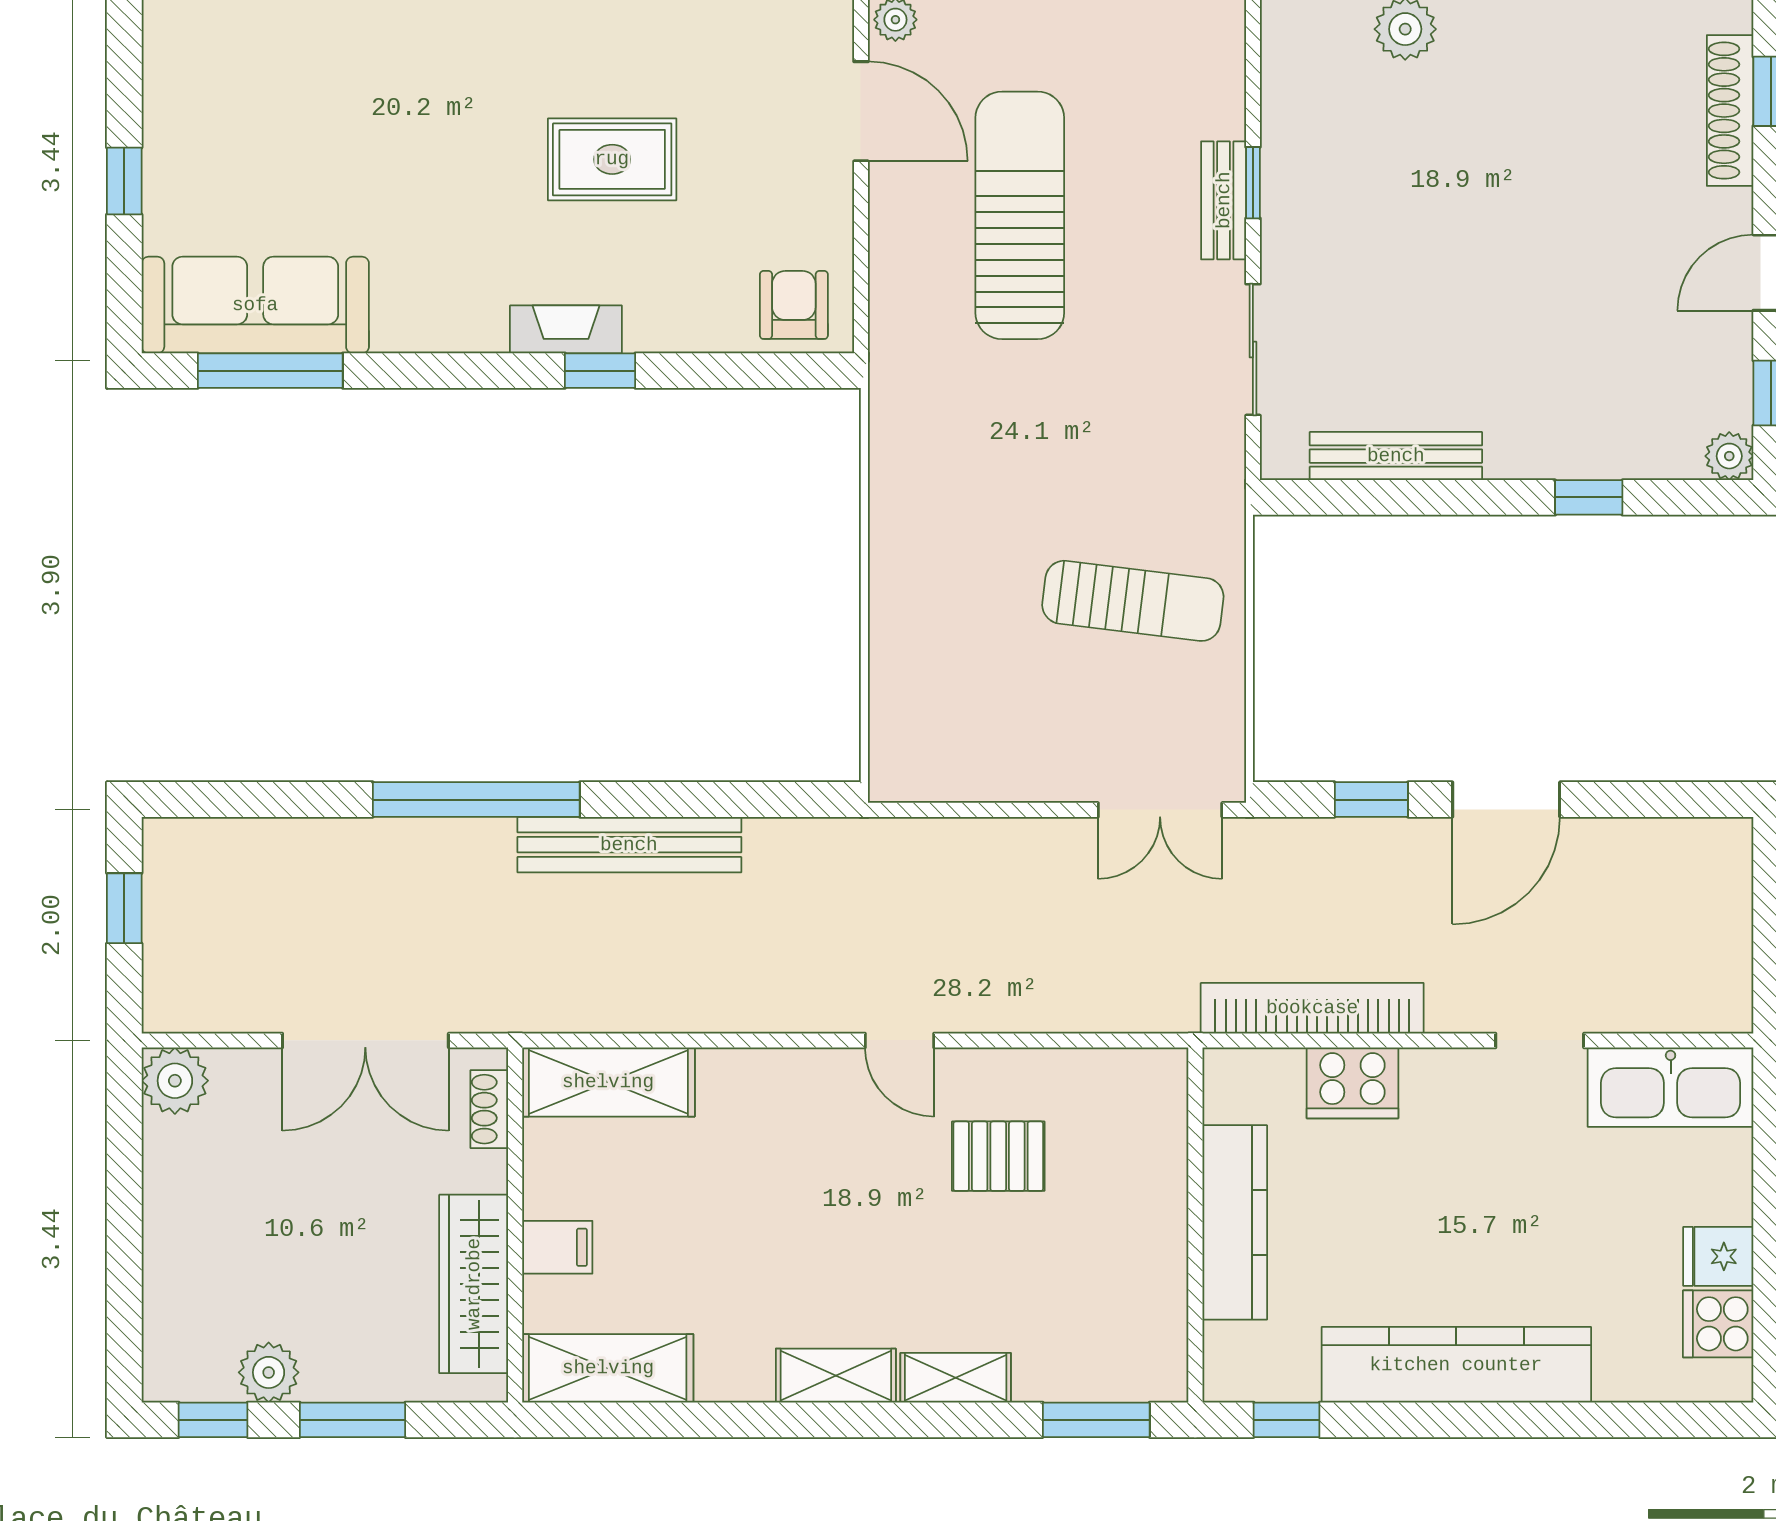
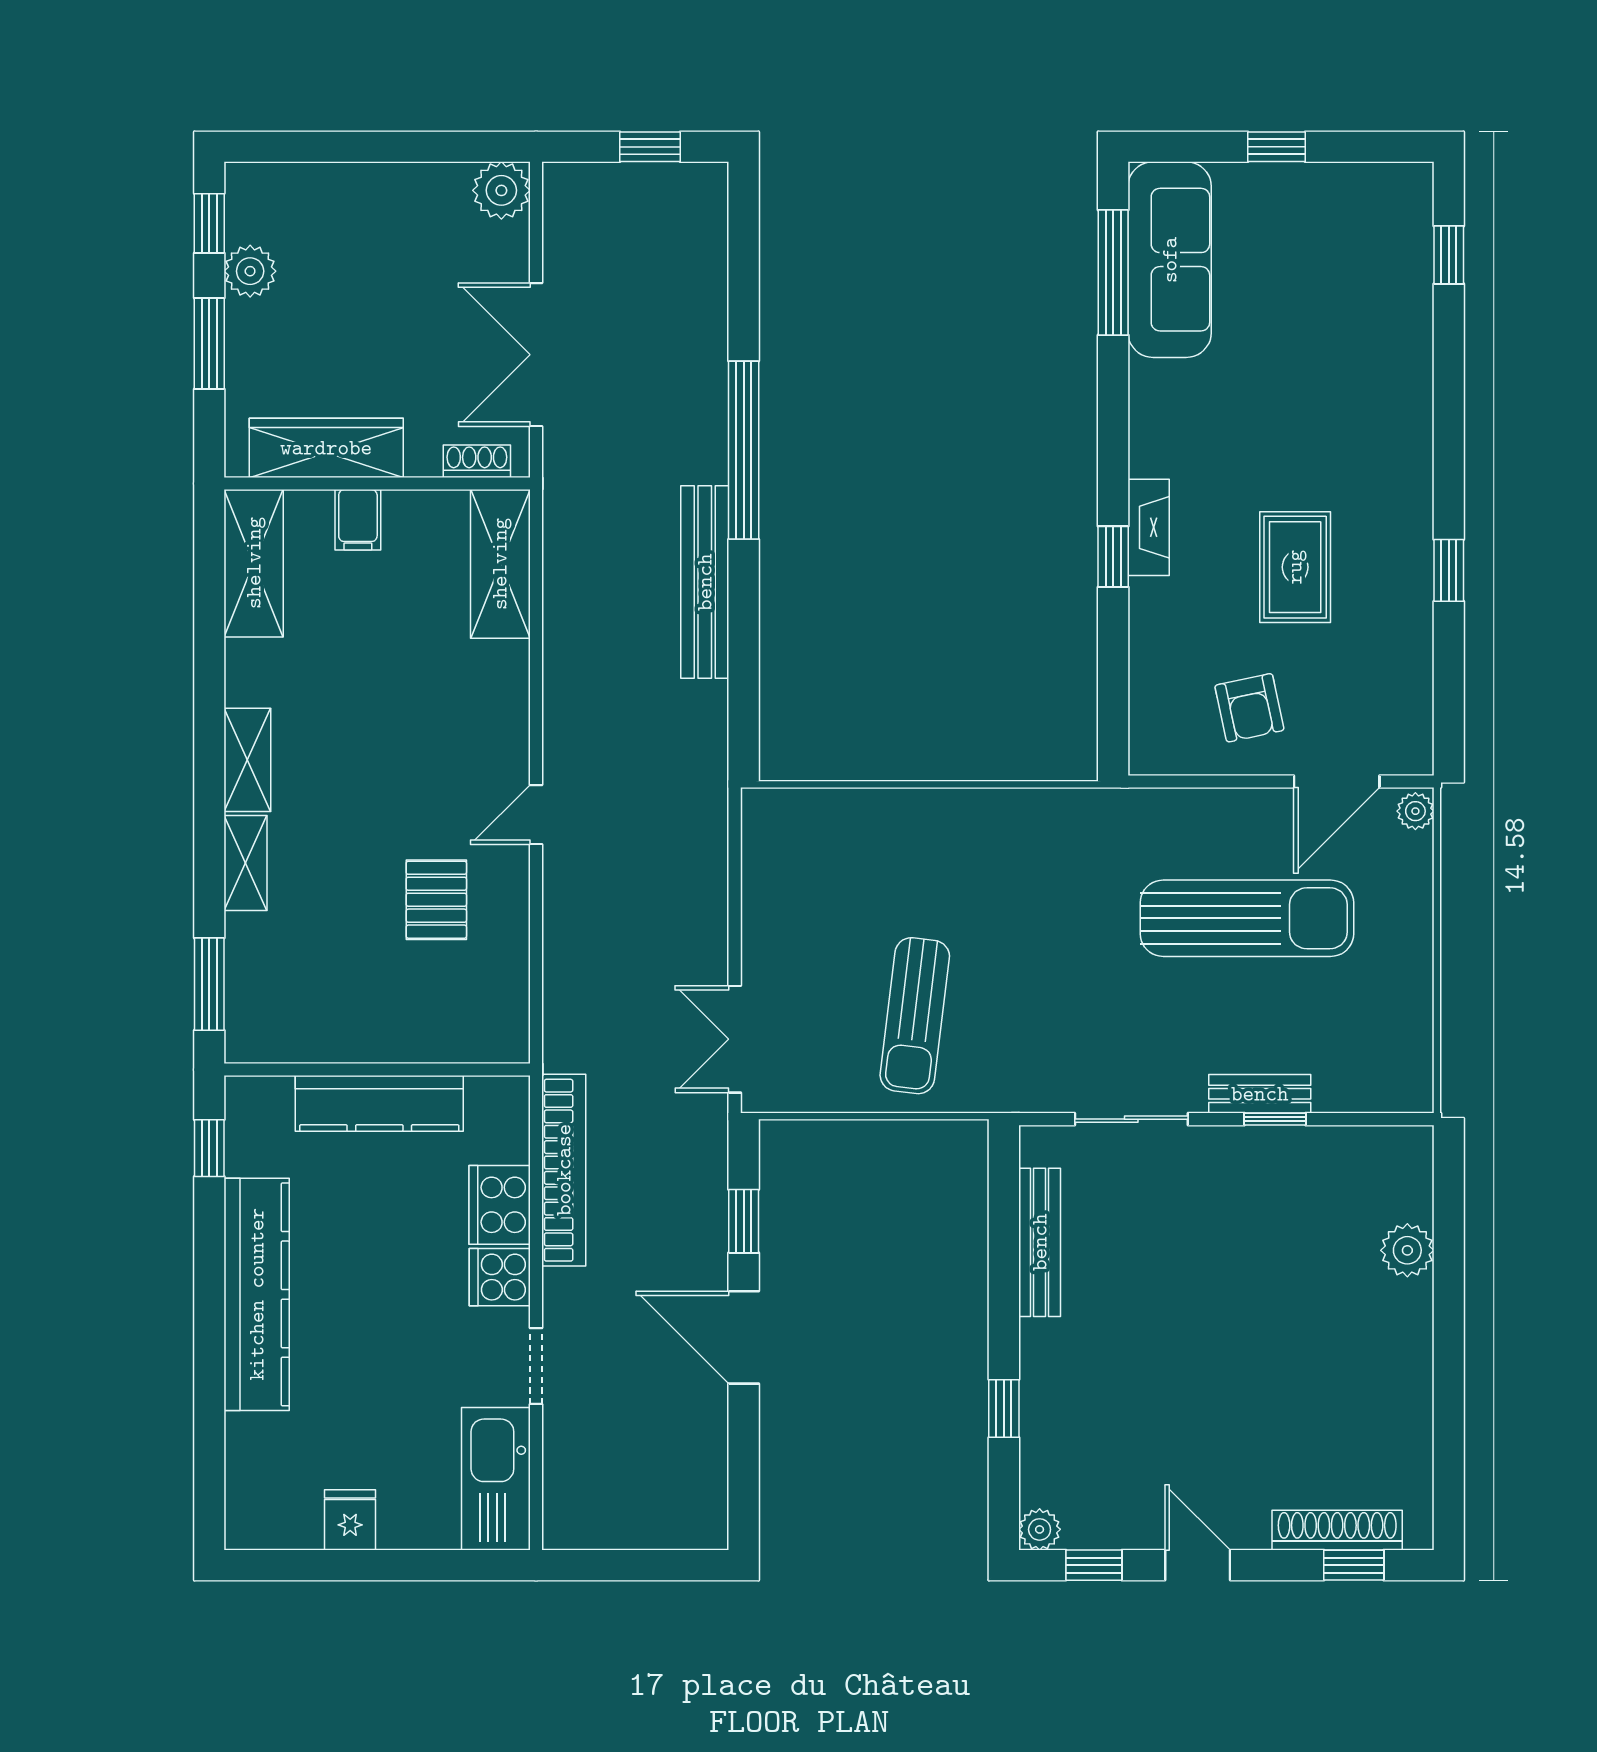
armchair: (794, 305) -> (1249, 708), moved, turned 78
cooker: (1718, 1324) -> (500, 1277), moved, turned -90

